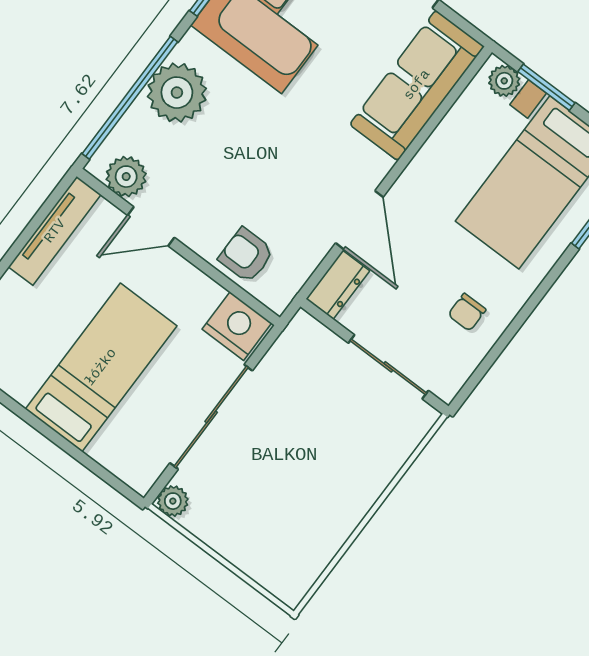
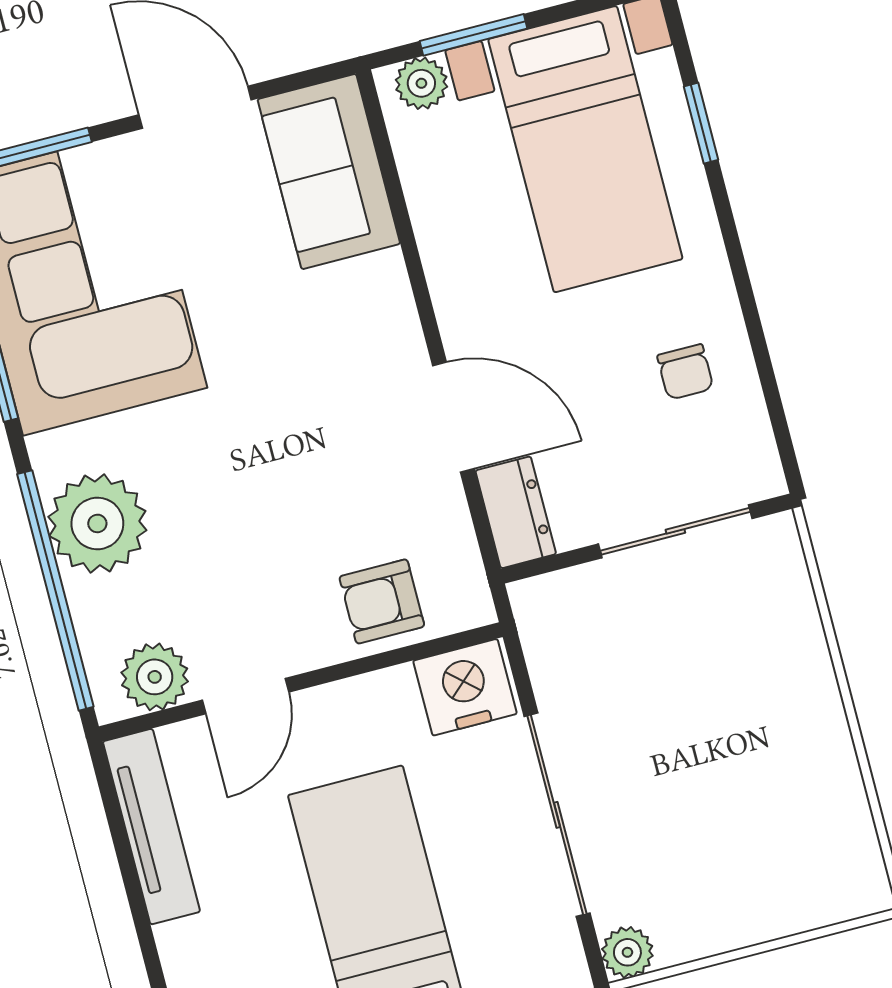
sofa: (417, 85) -> (329, 171), width x0.73

